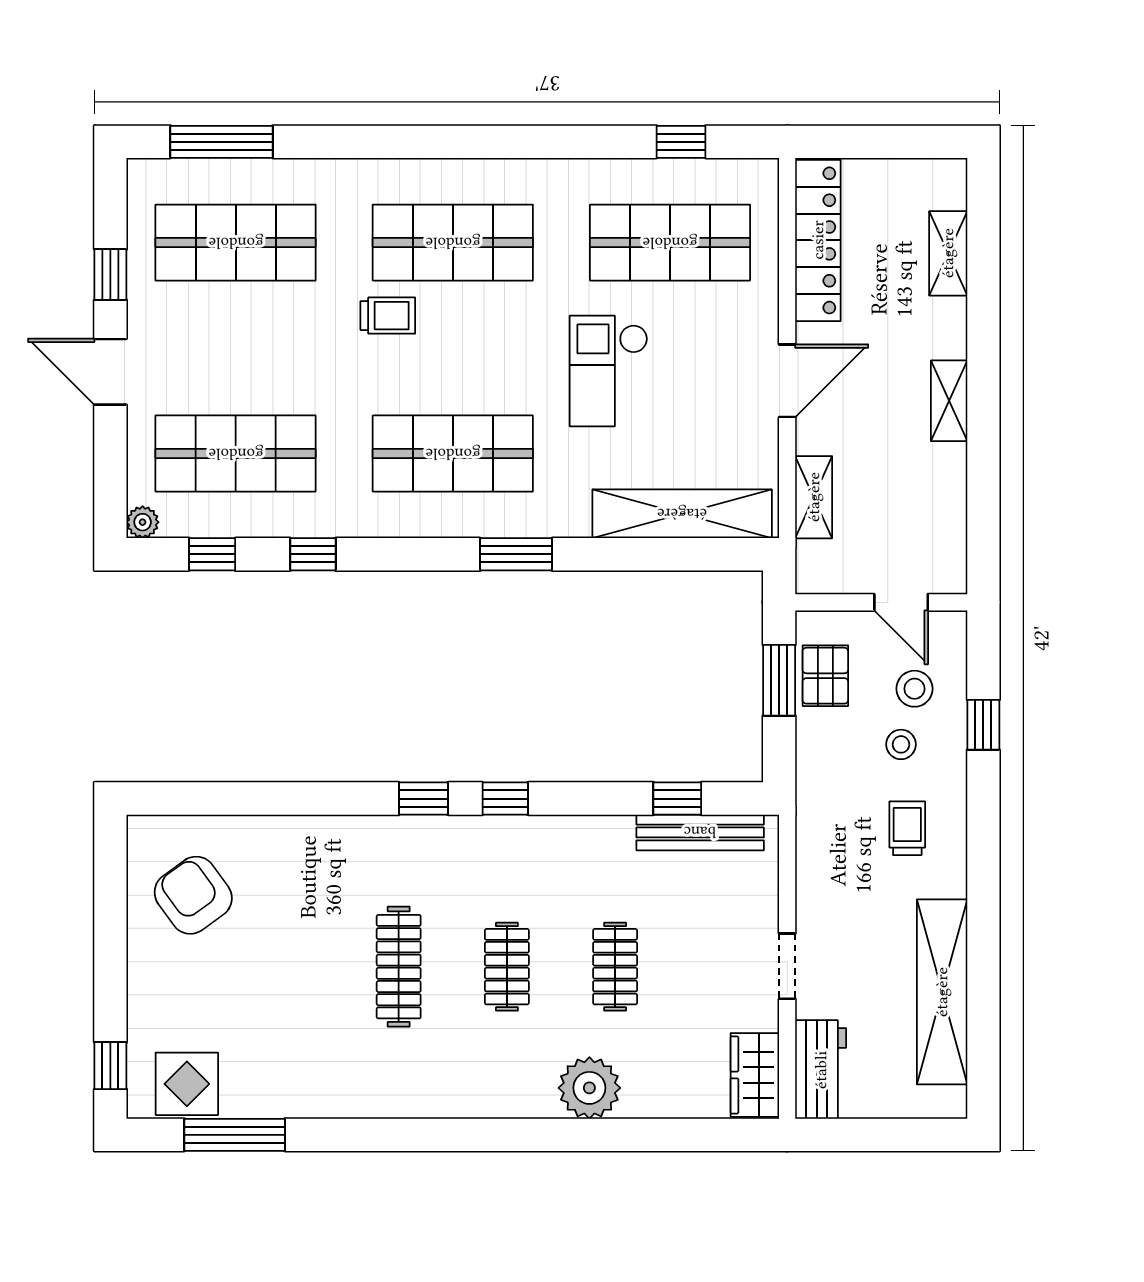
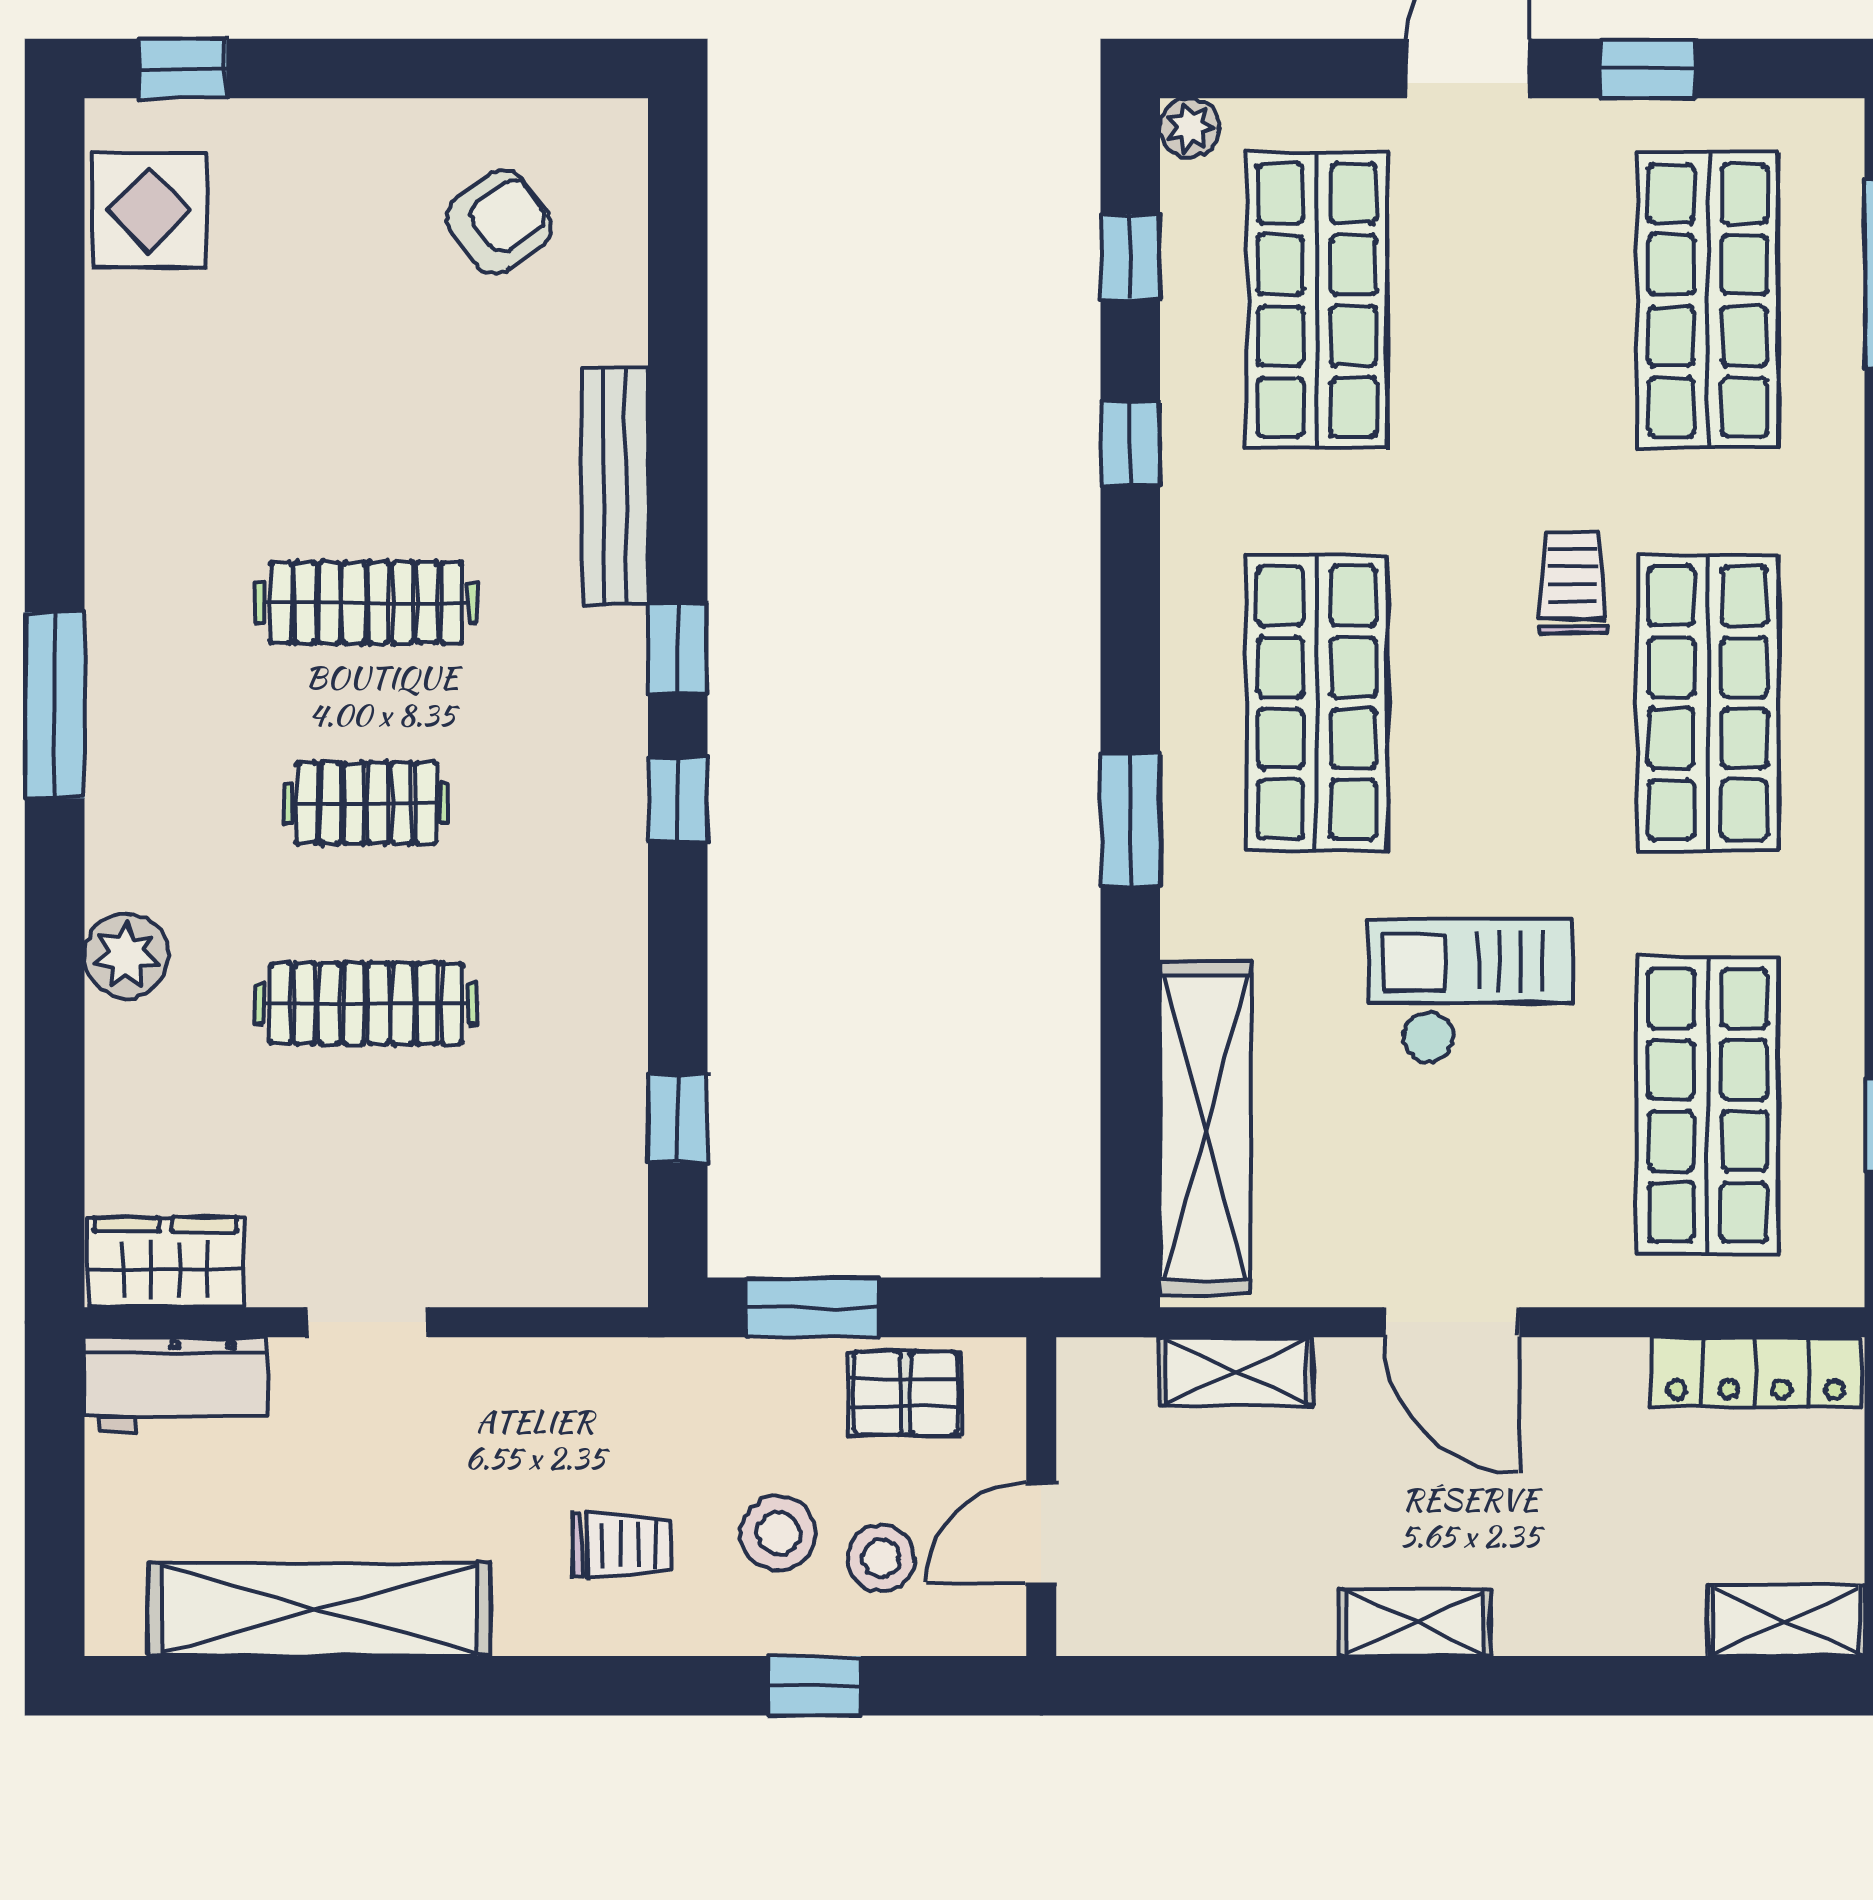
locker: (818, 240) -> (1755, 1372), width x0.71, depth x0.83
shelving: (948, 253) -> (1786, 1621), moved
trolley: (388, 316) -> (1572, 582), turned 180
window: (779, 680) -> (812, 1307), moved
stool: (901, 744) -> (778, 1533), width x1.37, depth x1.37
bench: (700, 832) -> (615, 486), moved
armchair: (193, 895) -> (499, 222), width x0.72, depth x0.72
clothes rail: (615, 967) -> (366, 1003), width x1.36
plant: (589, 1088) -> (126, 956), width x0.73, depth x0.73
window: (235, 1135) -> (55, 705), moved

